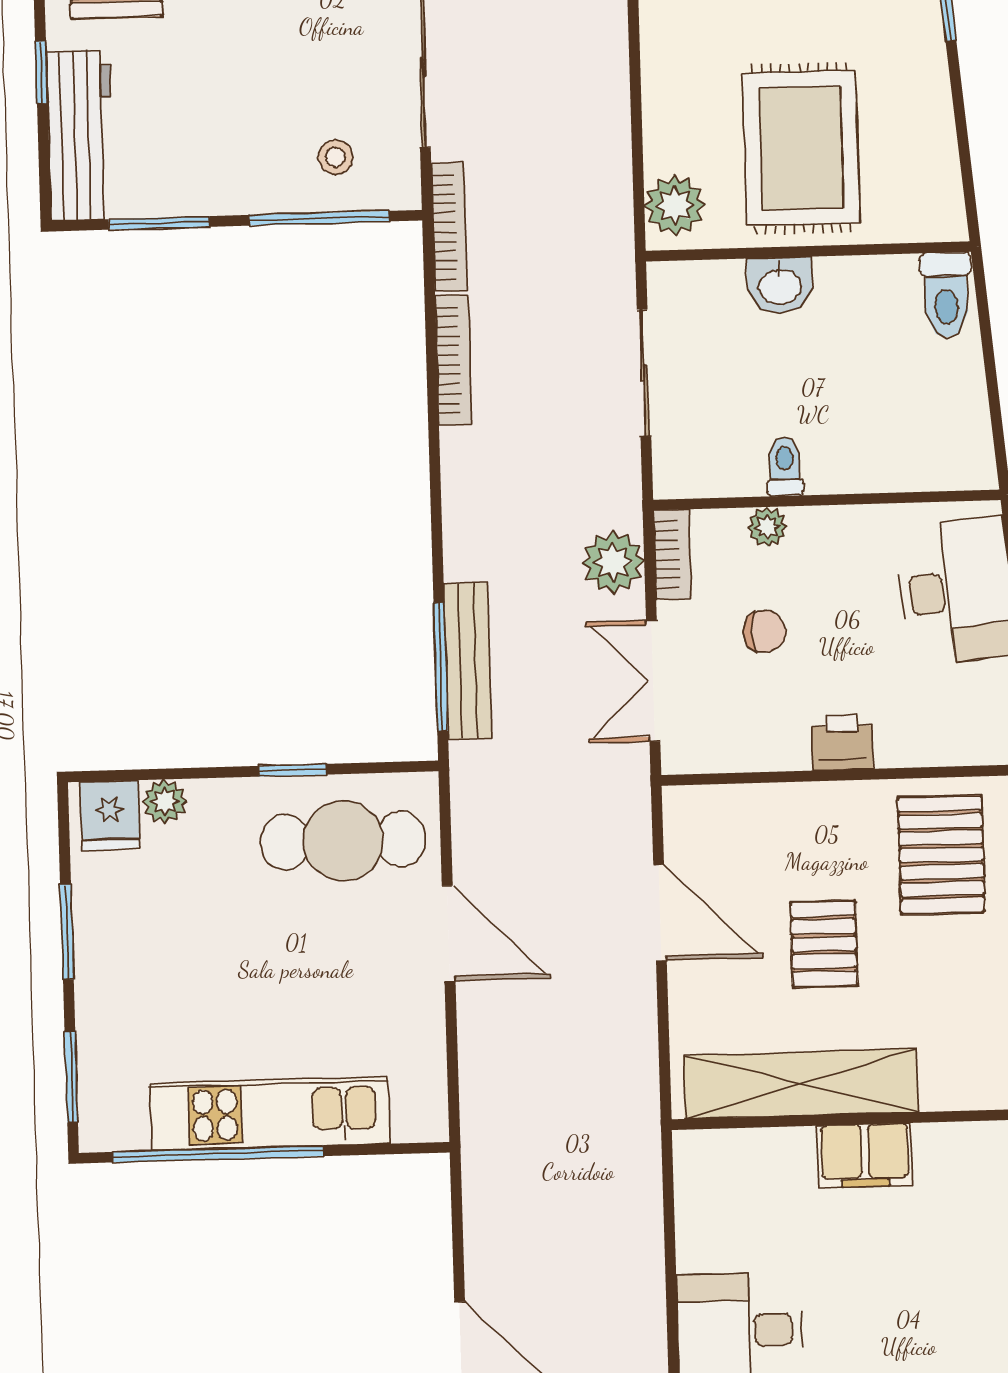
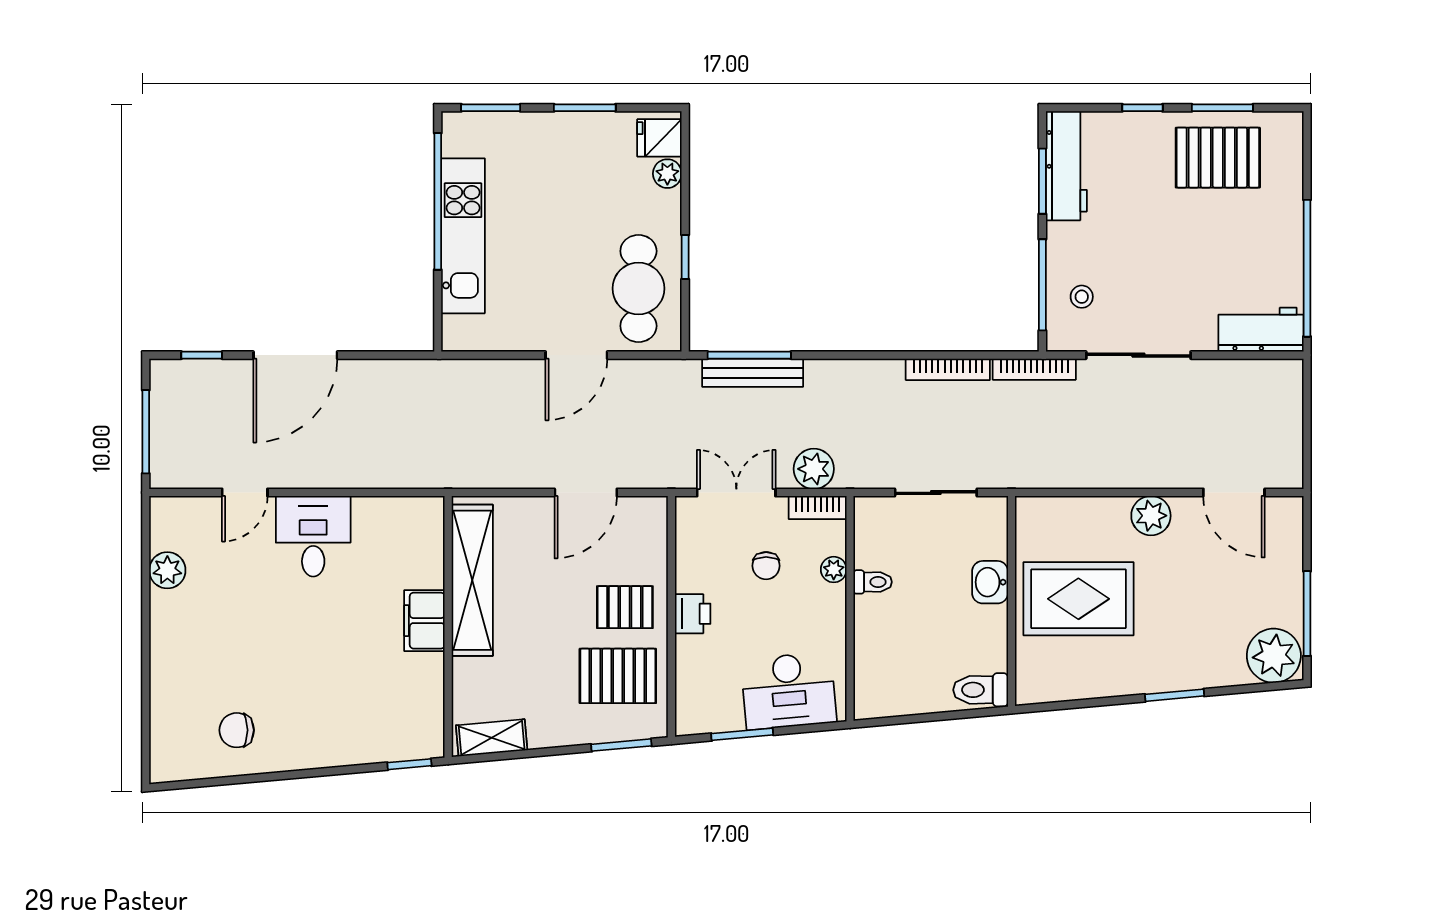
workbench: (80, 136) -> (1066, 166), moved, turned -90
plant: (675, 205) -> (1151, 516), moved
pallet: (824, 944) -> (625, 607), moved

